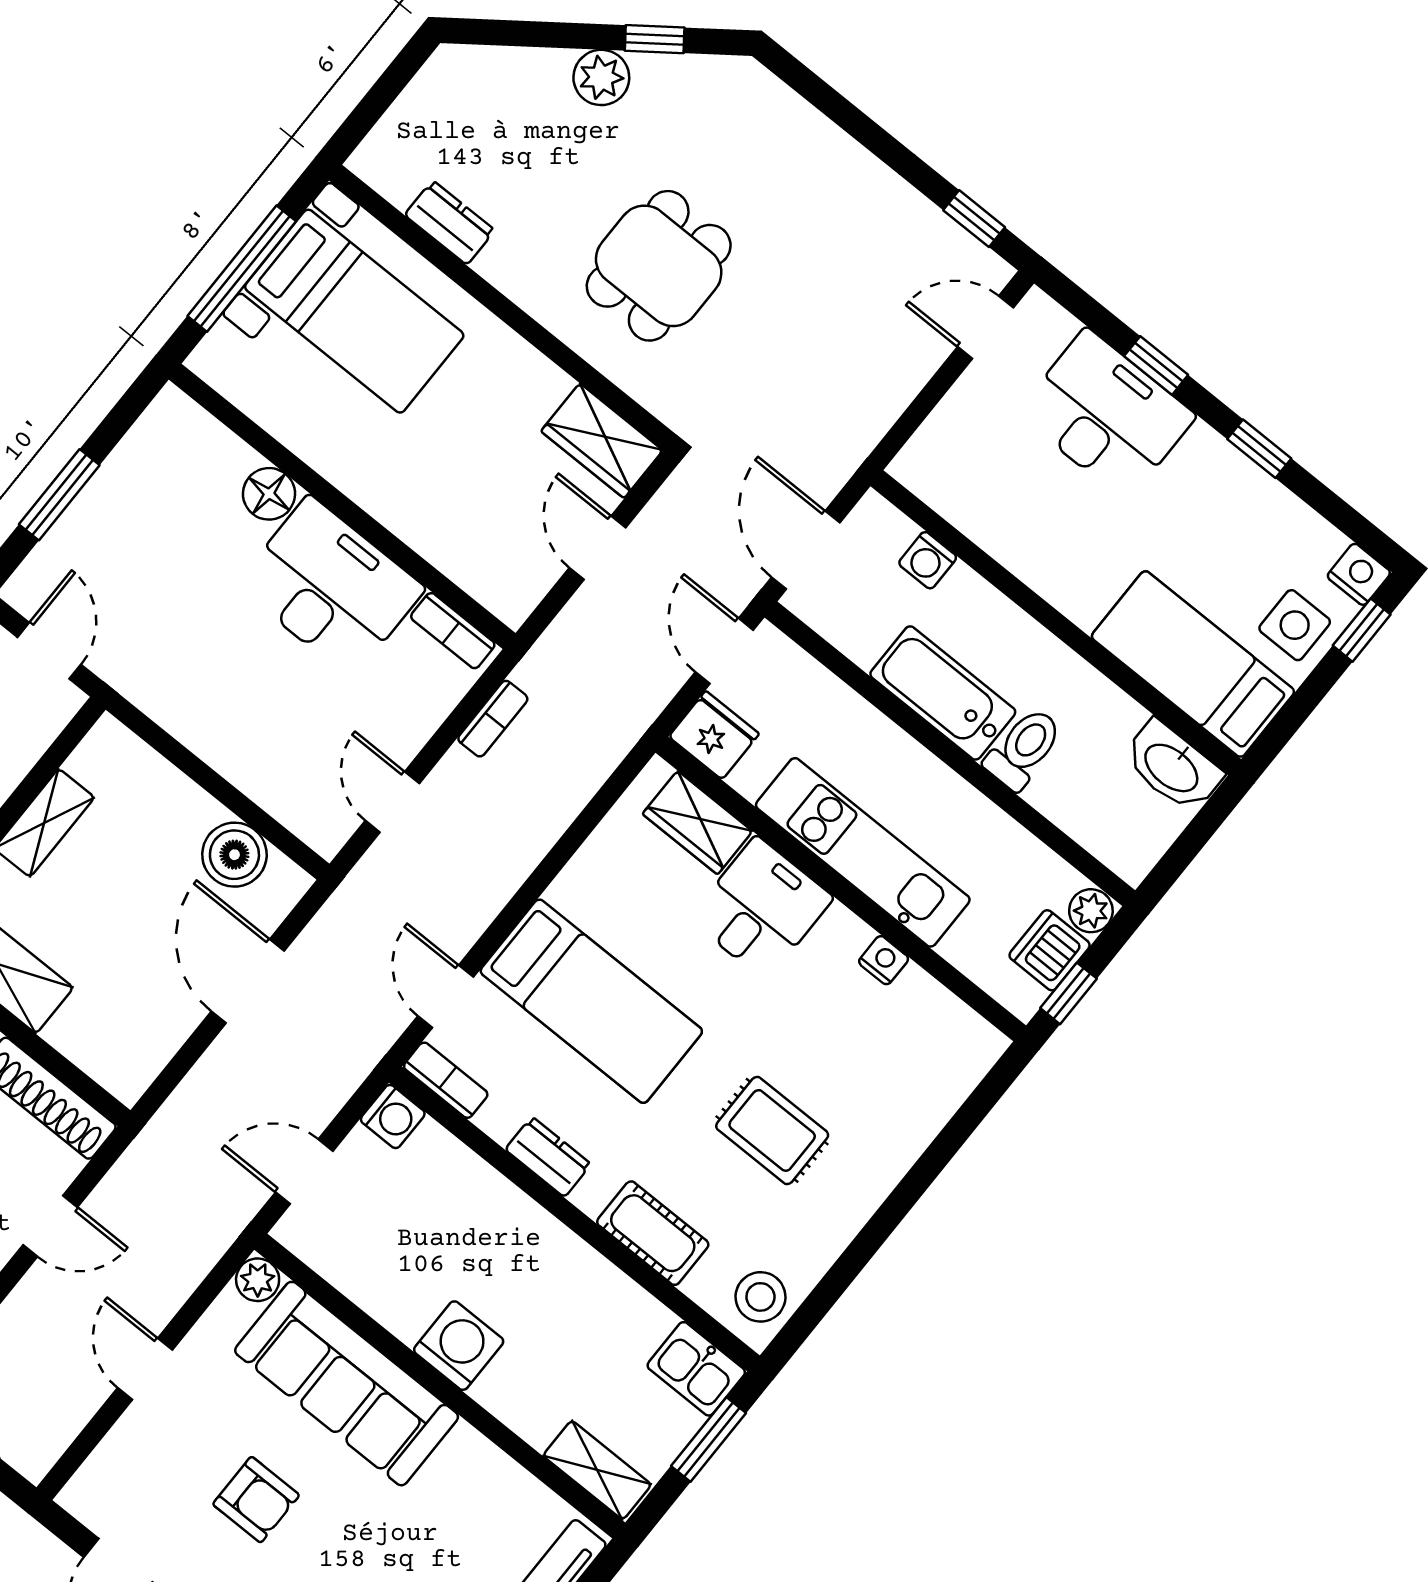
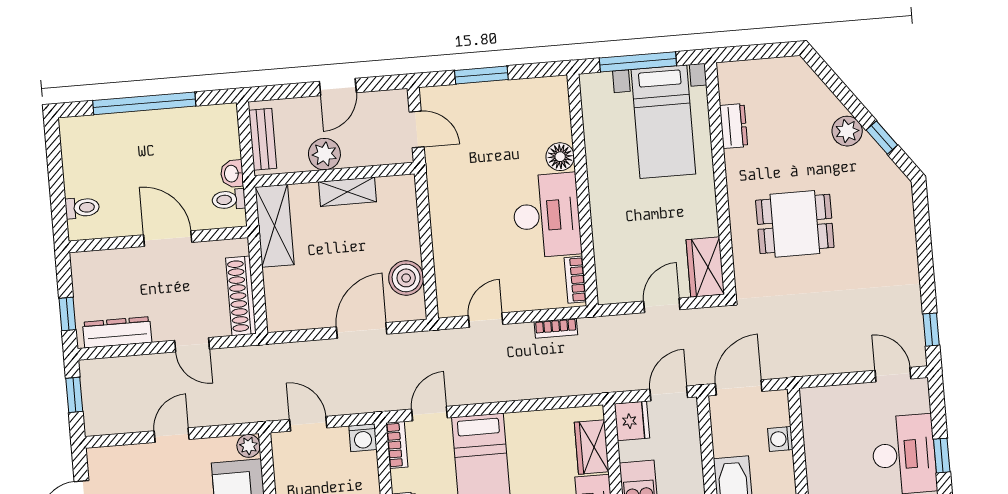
door: (49, 651) -> (417, 129), hinge flipped

